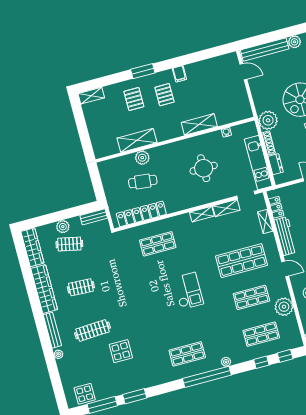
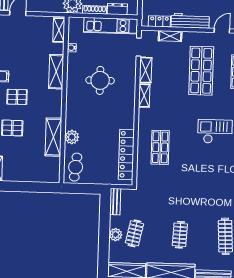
shelving: (239, 115) -> (59, 30), added
cafe table: (143, 182) -> (76, 167), moved

